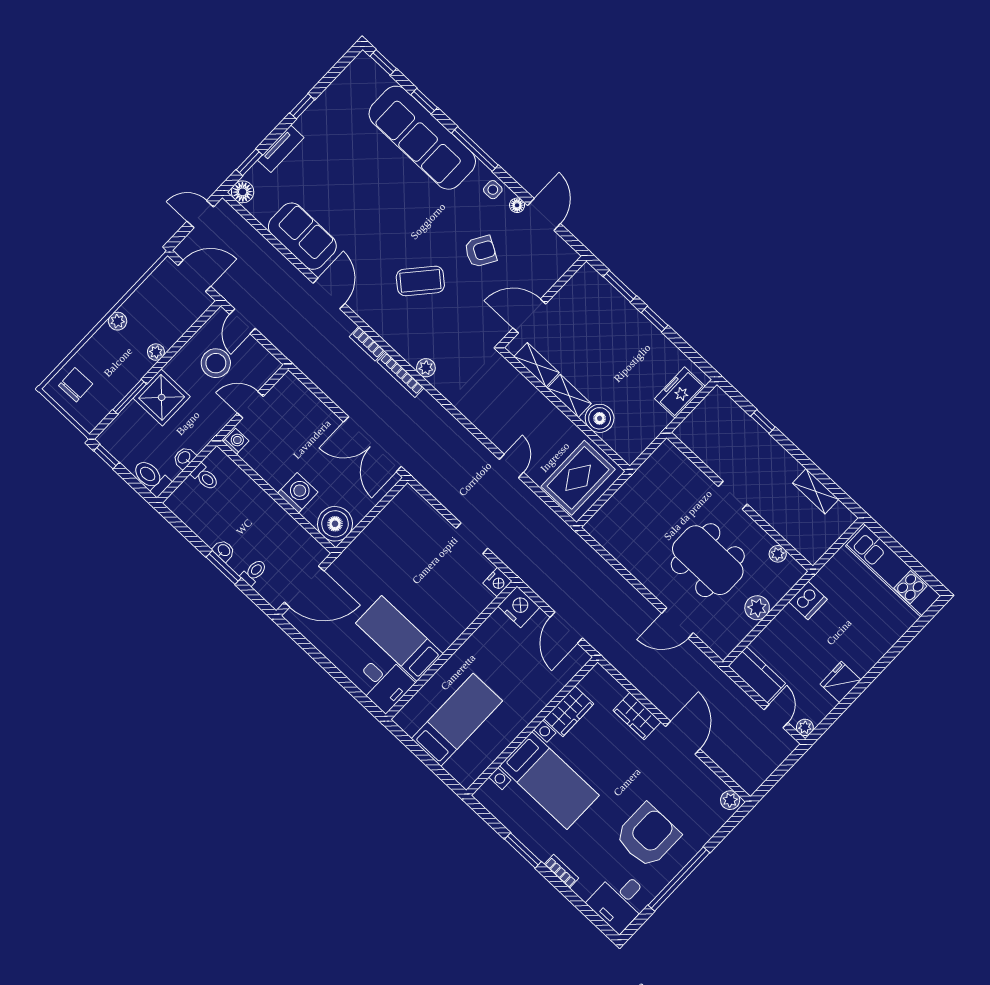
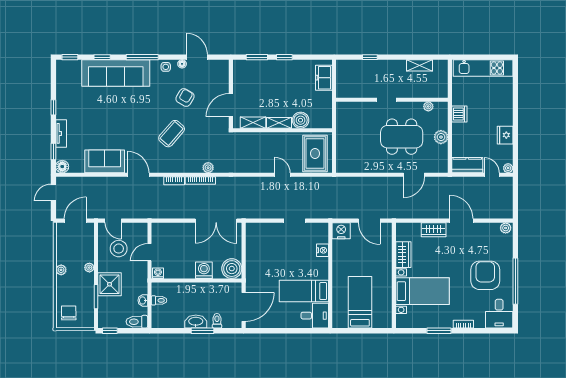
washbasin: (224, 550) -> (196, 322), width x1.91, depth x1.45
nightstand: (497, 582) -> (322, 250), moved

